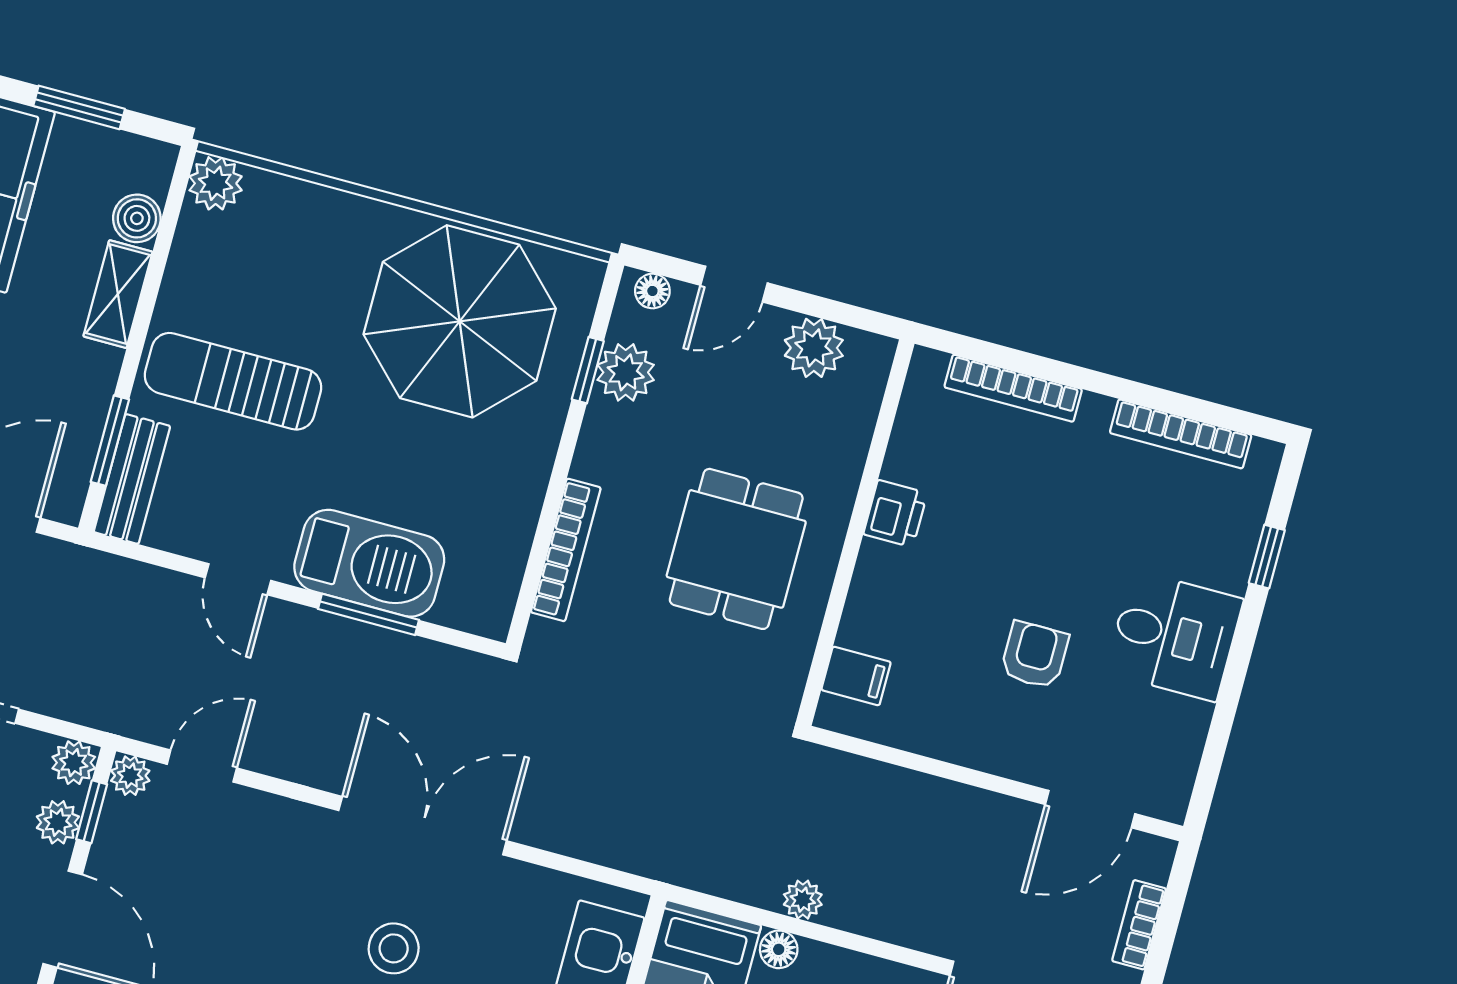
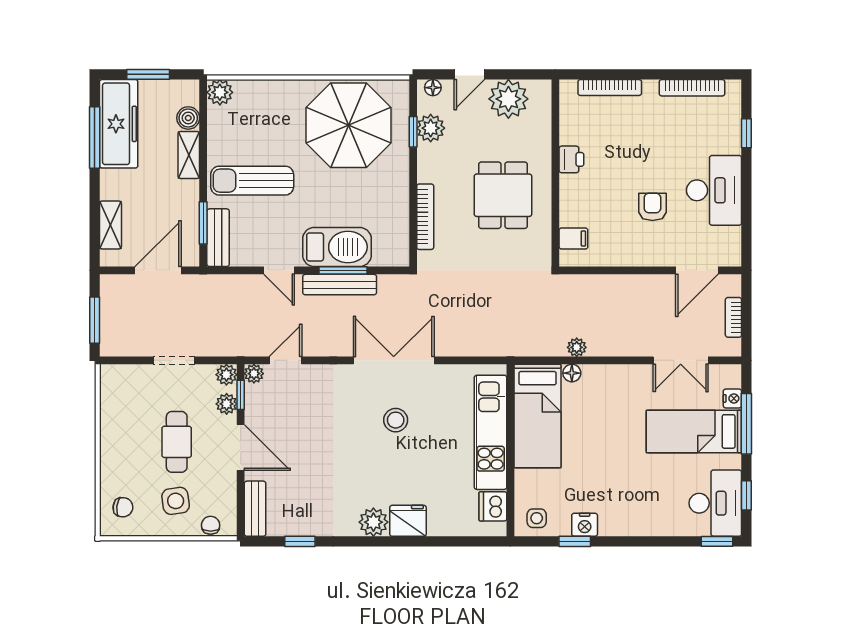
plant: (814, 348) -> (508, 99), width x1.36, depth x1.36
desk: (1174, 636) -> (714, 190), width x1.37
bench: (354, 641) -> (340, 285), added

